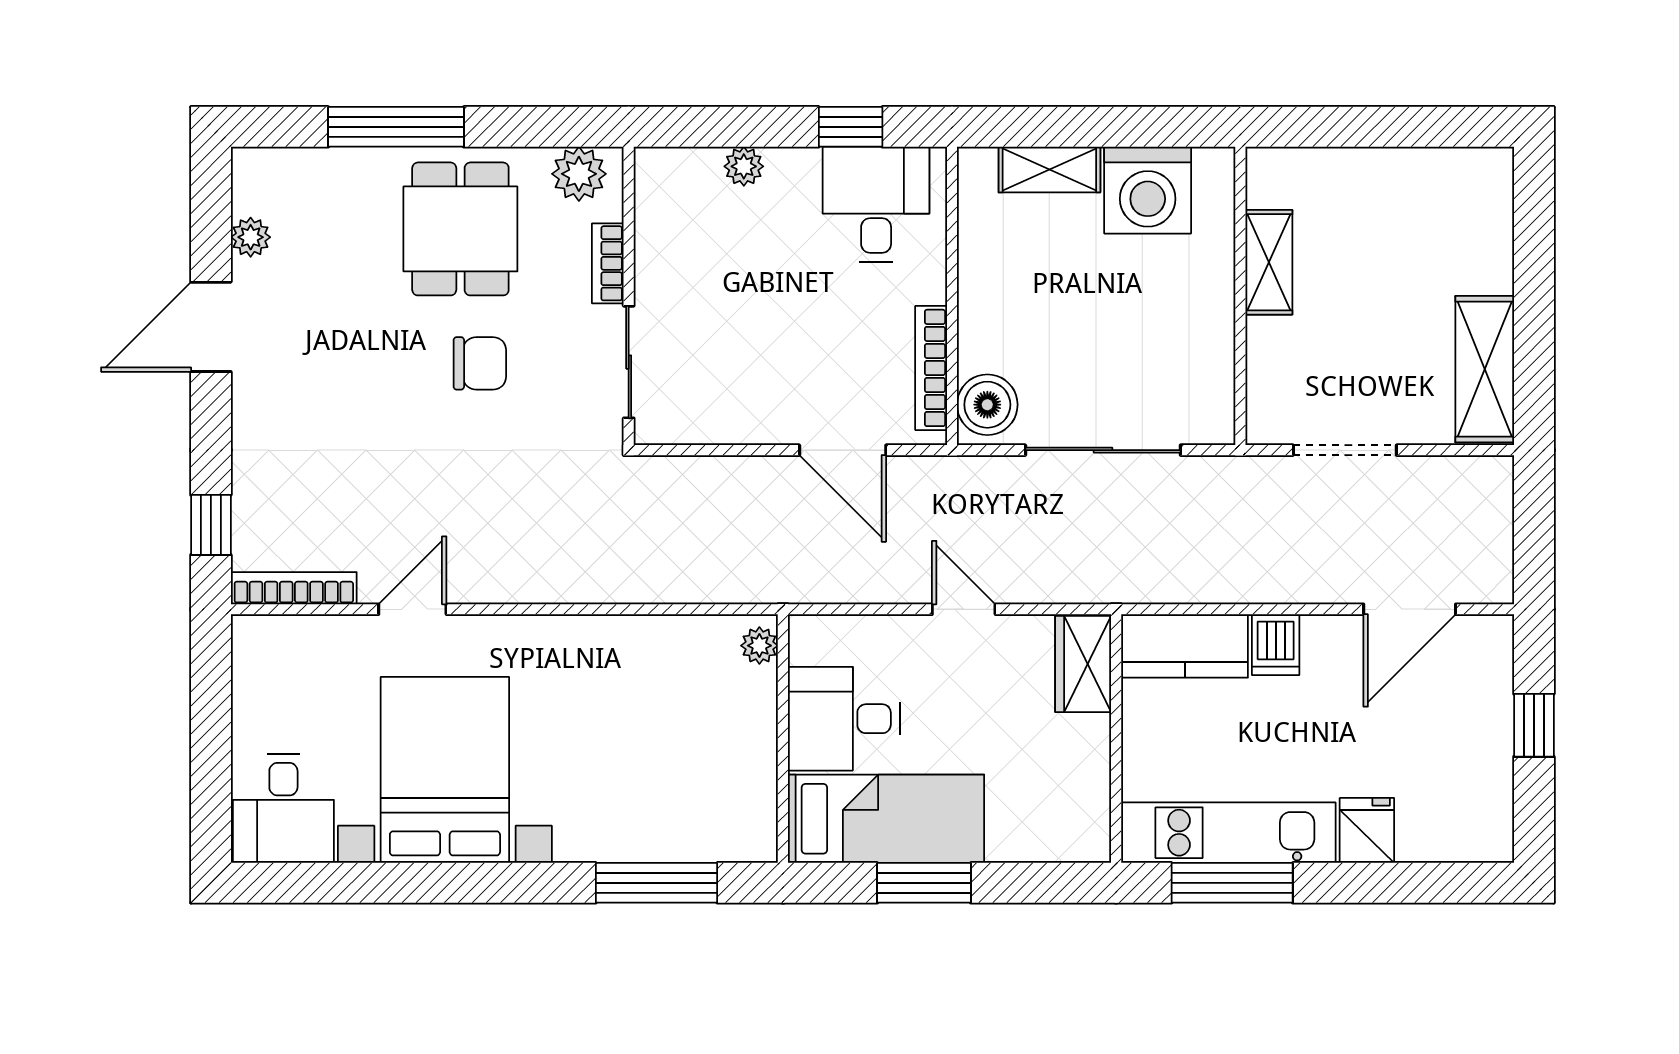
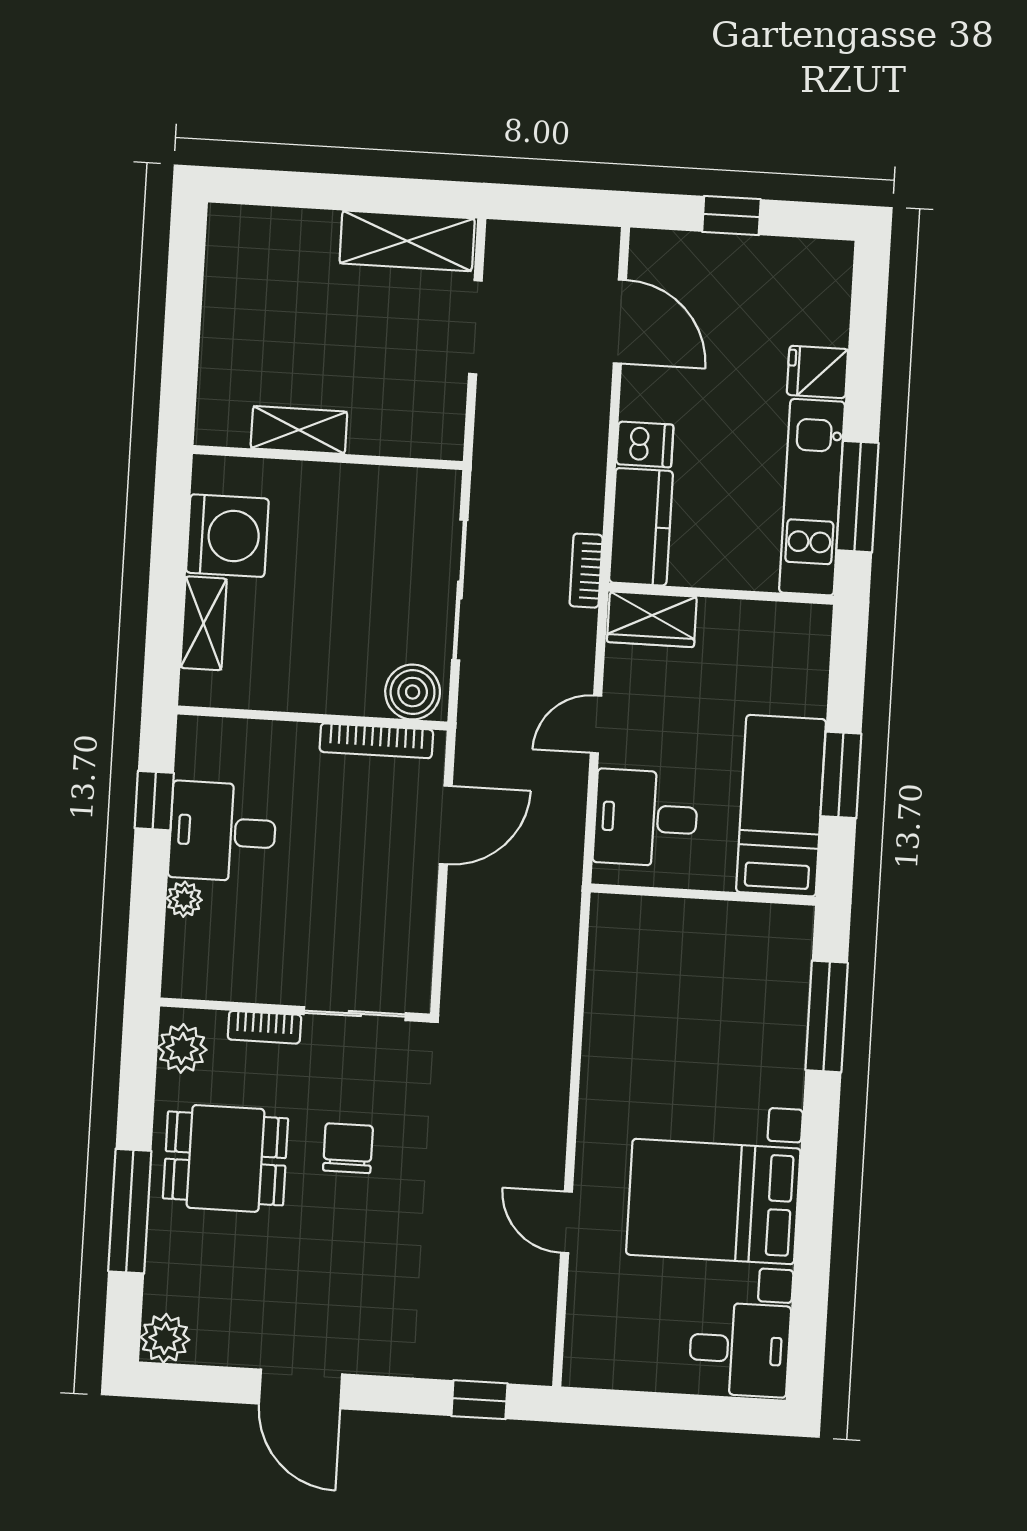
desk: (876, 204) -> (223, 832), moved
plant: (251, 237) -> (165, 1338), moved, width x1.38, depth x1.38
doorway: (1345, 450) -> (475, 327), moved
bookcase: (294, 588) -> (586, 571), moved, width x0.64
plant: (759, 646) -> (618, 911), removed
desk: (844, 719) -> (646, 818), moved, turned 90

